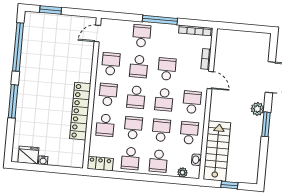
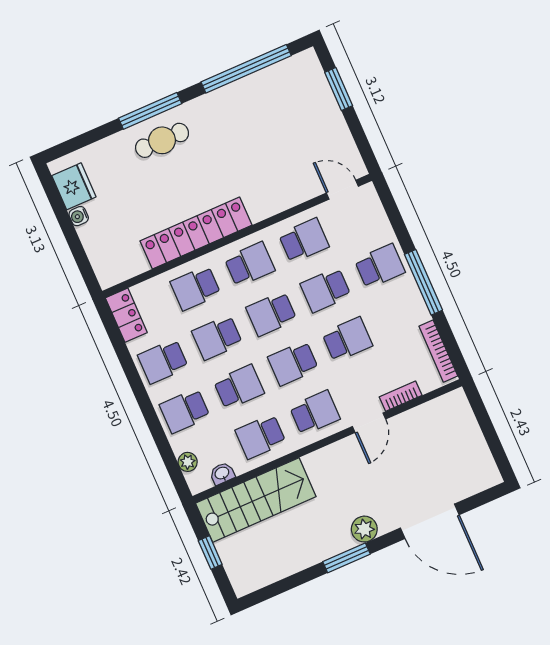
cafe table: (30, 103) -> (162, 140), added
school desk: (133, 128) -> (217, 338), turned 180
school desk: (189, 133) -> (261, 437), turned 180

